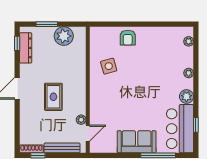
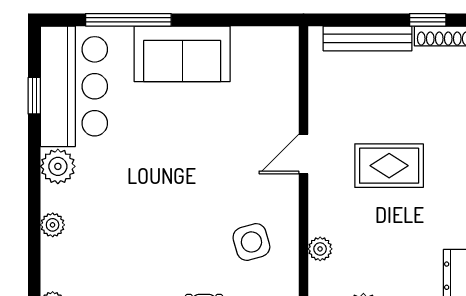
rug: (53, 97) -> (389, 166), turned 90
plant: (81, 120) -> (320, 249), moved
door: (88, 133) -> (303, 154), moved

